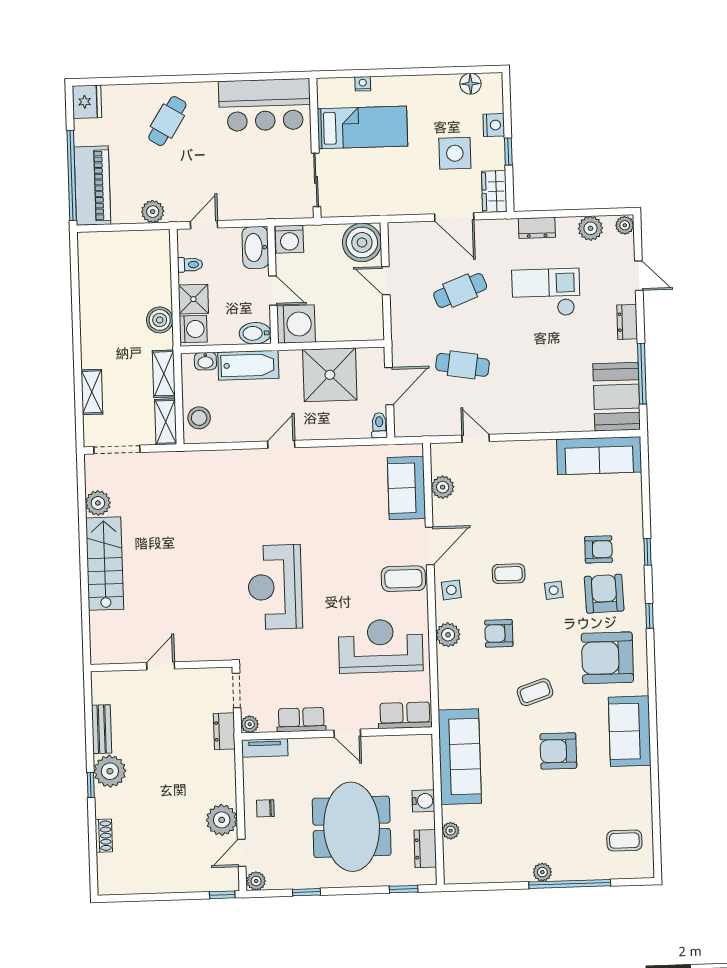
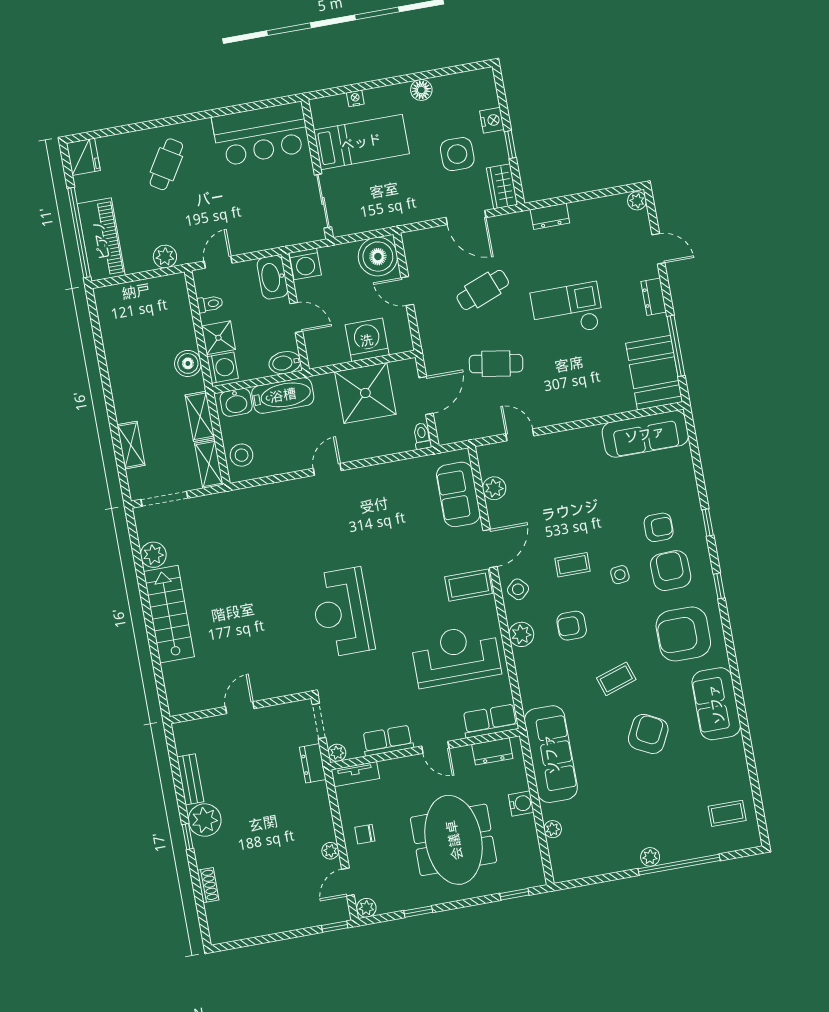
floor lamp: (470, 84) -> (421, 90), moved
plant: (590, 228) -> (603, 209), removed
checkout: (546, 293) -> (567, 310), moved
washing machine: (296, 324) -> (367, 340), moved, turned -90
washbasin: (205, 361) -> (236, 402), width x1.38, depth x1.45
side table: (451, 590) -> (518, 589), turned -37
armchair: (558, 751) -> (648, 734), turned 117
plant: (222, 820) -> (330, 851), width x0.53, depth x0.53
dresser: (425, 849) -> (492, 751), moved, turned -90

